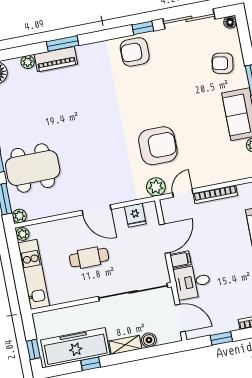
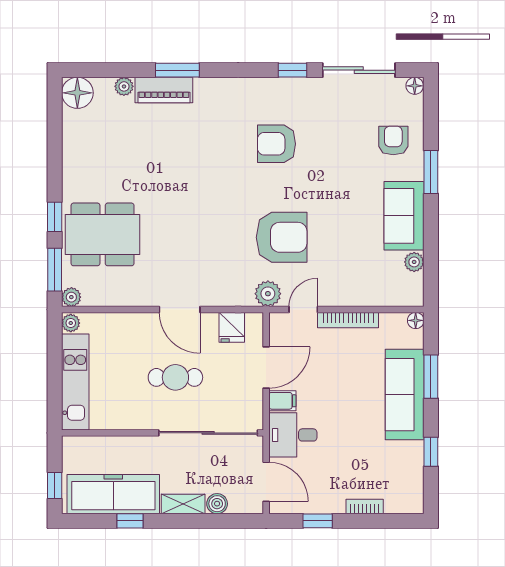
armchair: (135, 52) -> (276, 144), moved
armchair: (223, 63) -> (393, 140), turned 80
cafe table: (89, 258) -> (175, 377), moved

